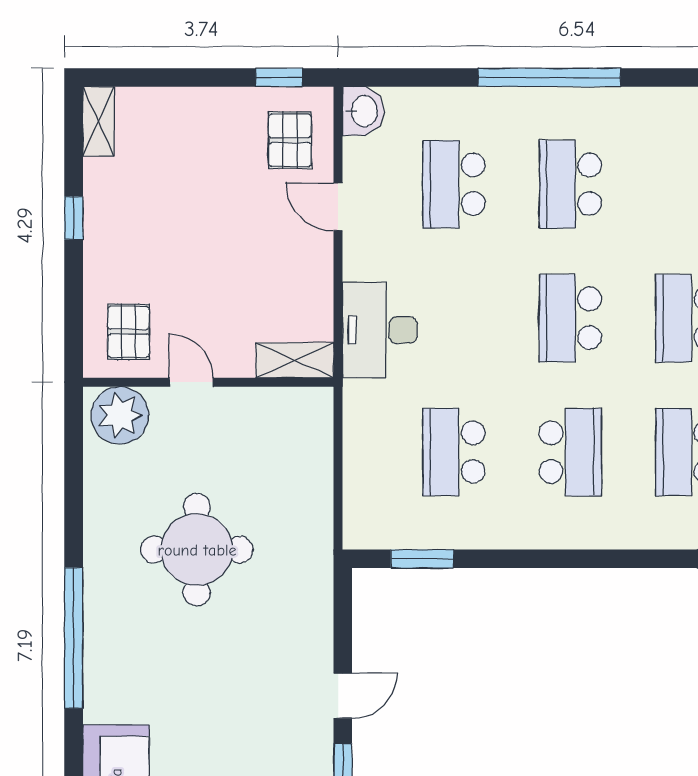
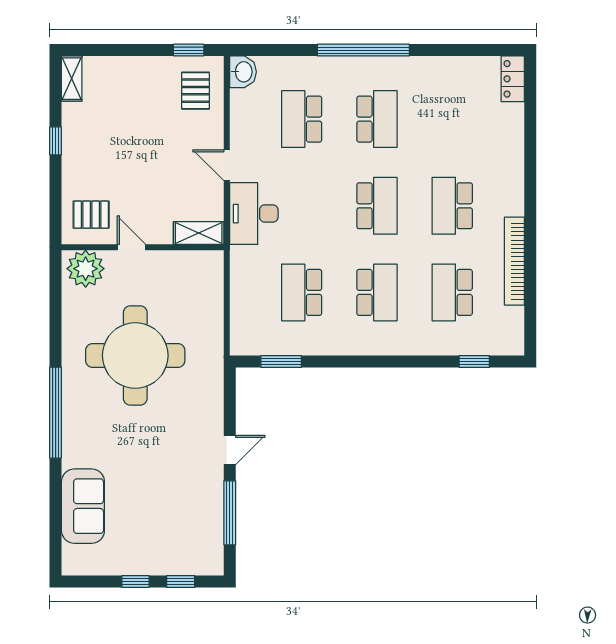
school desk: (570, 184) -> (377, 119), turned 180
door: (338, 207) -> (227, 165), moved
school desk: (570, 318) -> (377, 206), turned 180
pallet: (128, 332) -> (91, 215), turned 90
round table: (197, 550) -> (135, 355), width x1.36, depth x1.36

